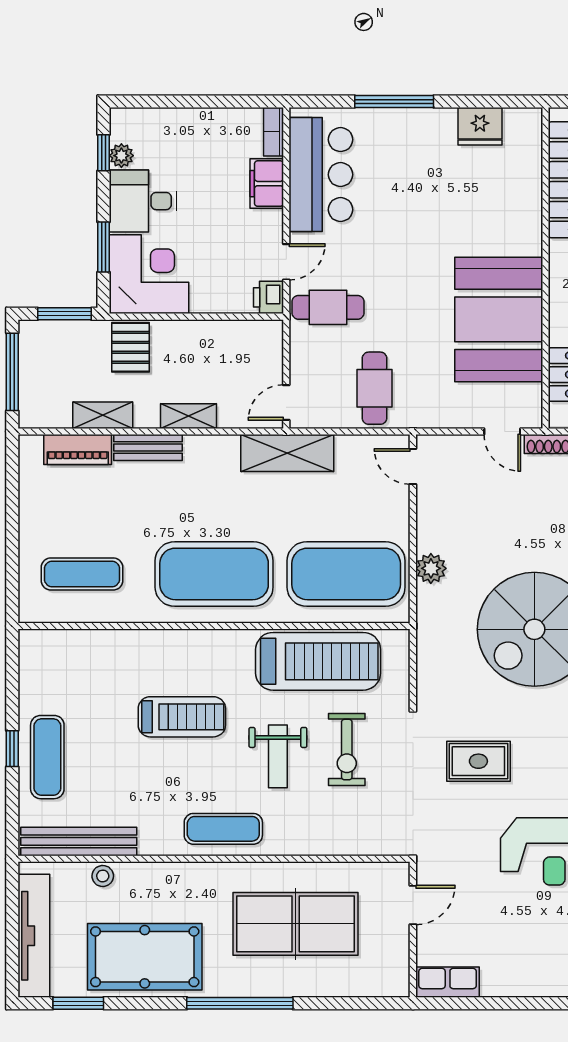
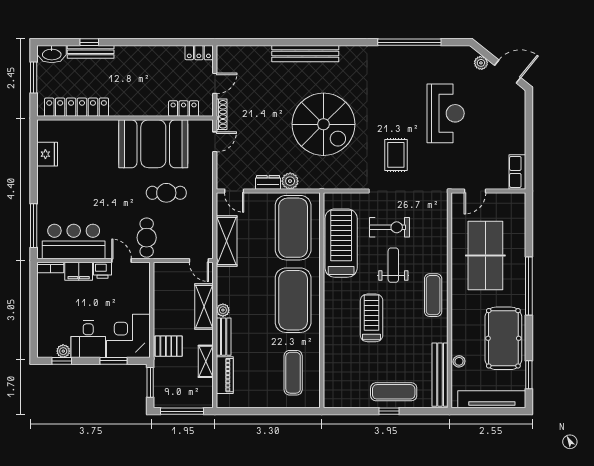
window: (394, 101) -> (34, 226), moved
printer: (268, 297) -> (103, 270), moved
cafe table: (375, 388) -> (166, 193), moved
shelving: (189, 416) -> (204, 307), width x1.50, depth x1.33
plant: (196, 446) -> (223, 310), added
shelving: (287, 453) -> (227, 241), moved
door: (413, 466) -> (234, 191), hinge flipped
dresser: (429, 528) -> (268, 182), added
weight bench: (278, 756) -> (393, 265), turned -90
door: (413, 905) -> (475, 191), swing flipped

